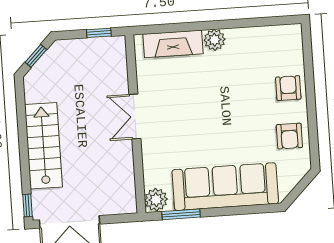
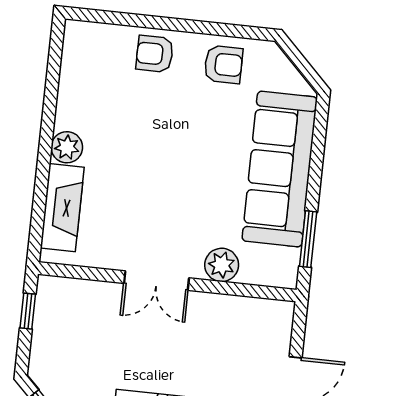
plant: (156, 200) -> (222, 265), moved

